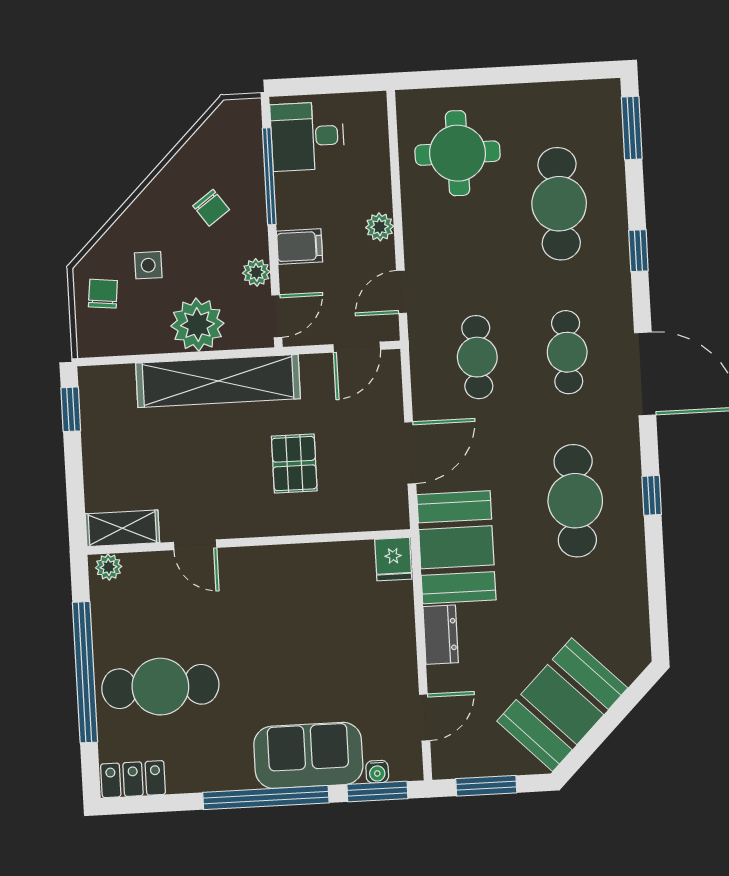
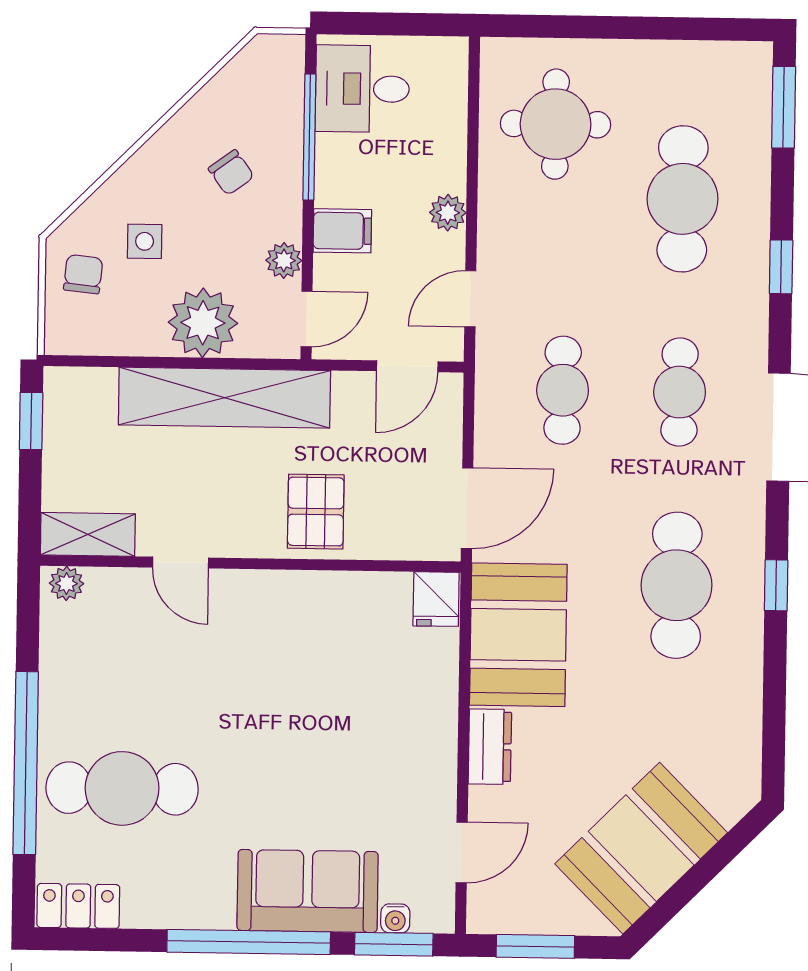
shelving: (122, 528) -> (88, 534), moved
wall: (249, 542) -> (250, 564), moved
door: (195, 545) -> (181, 563), moved
fridge: (393, 559) -> (436, 599), moved
plant: (109, 567) -> (67, 583), moved

